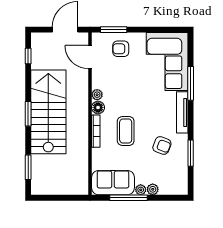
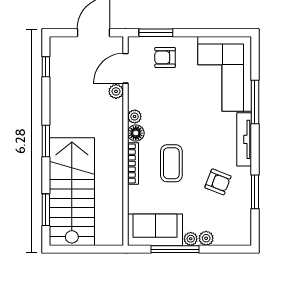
door: (90, 57) -> (125, 68), hinge flipped
plant: (83, 75) -> (116, 91), added
stairs: (48, 112) -> (72, 192), moved

